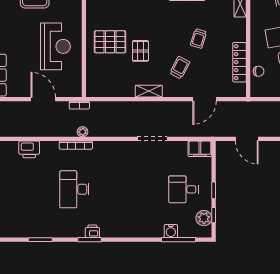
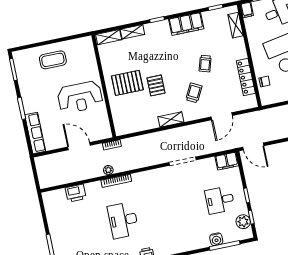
reception desk: (55, 46) -> (80, 97), turned 90
plant: (82, 132) -> (108, 170), moved
door: (247, 139) -> (253, 146), moved

